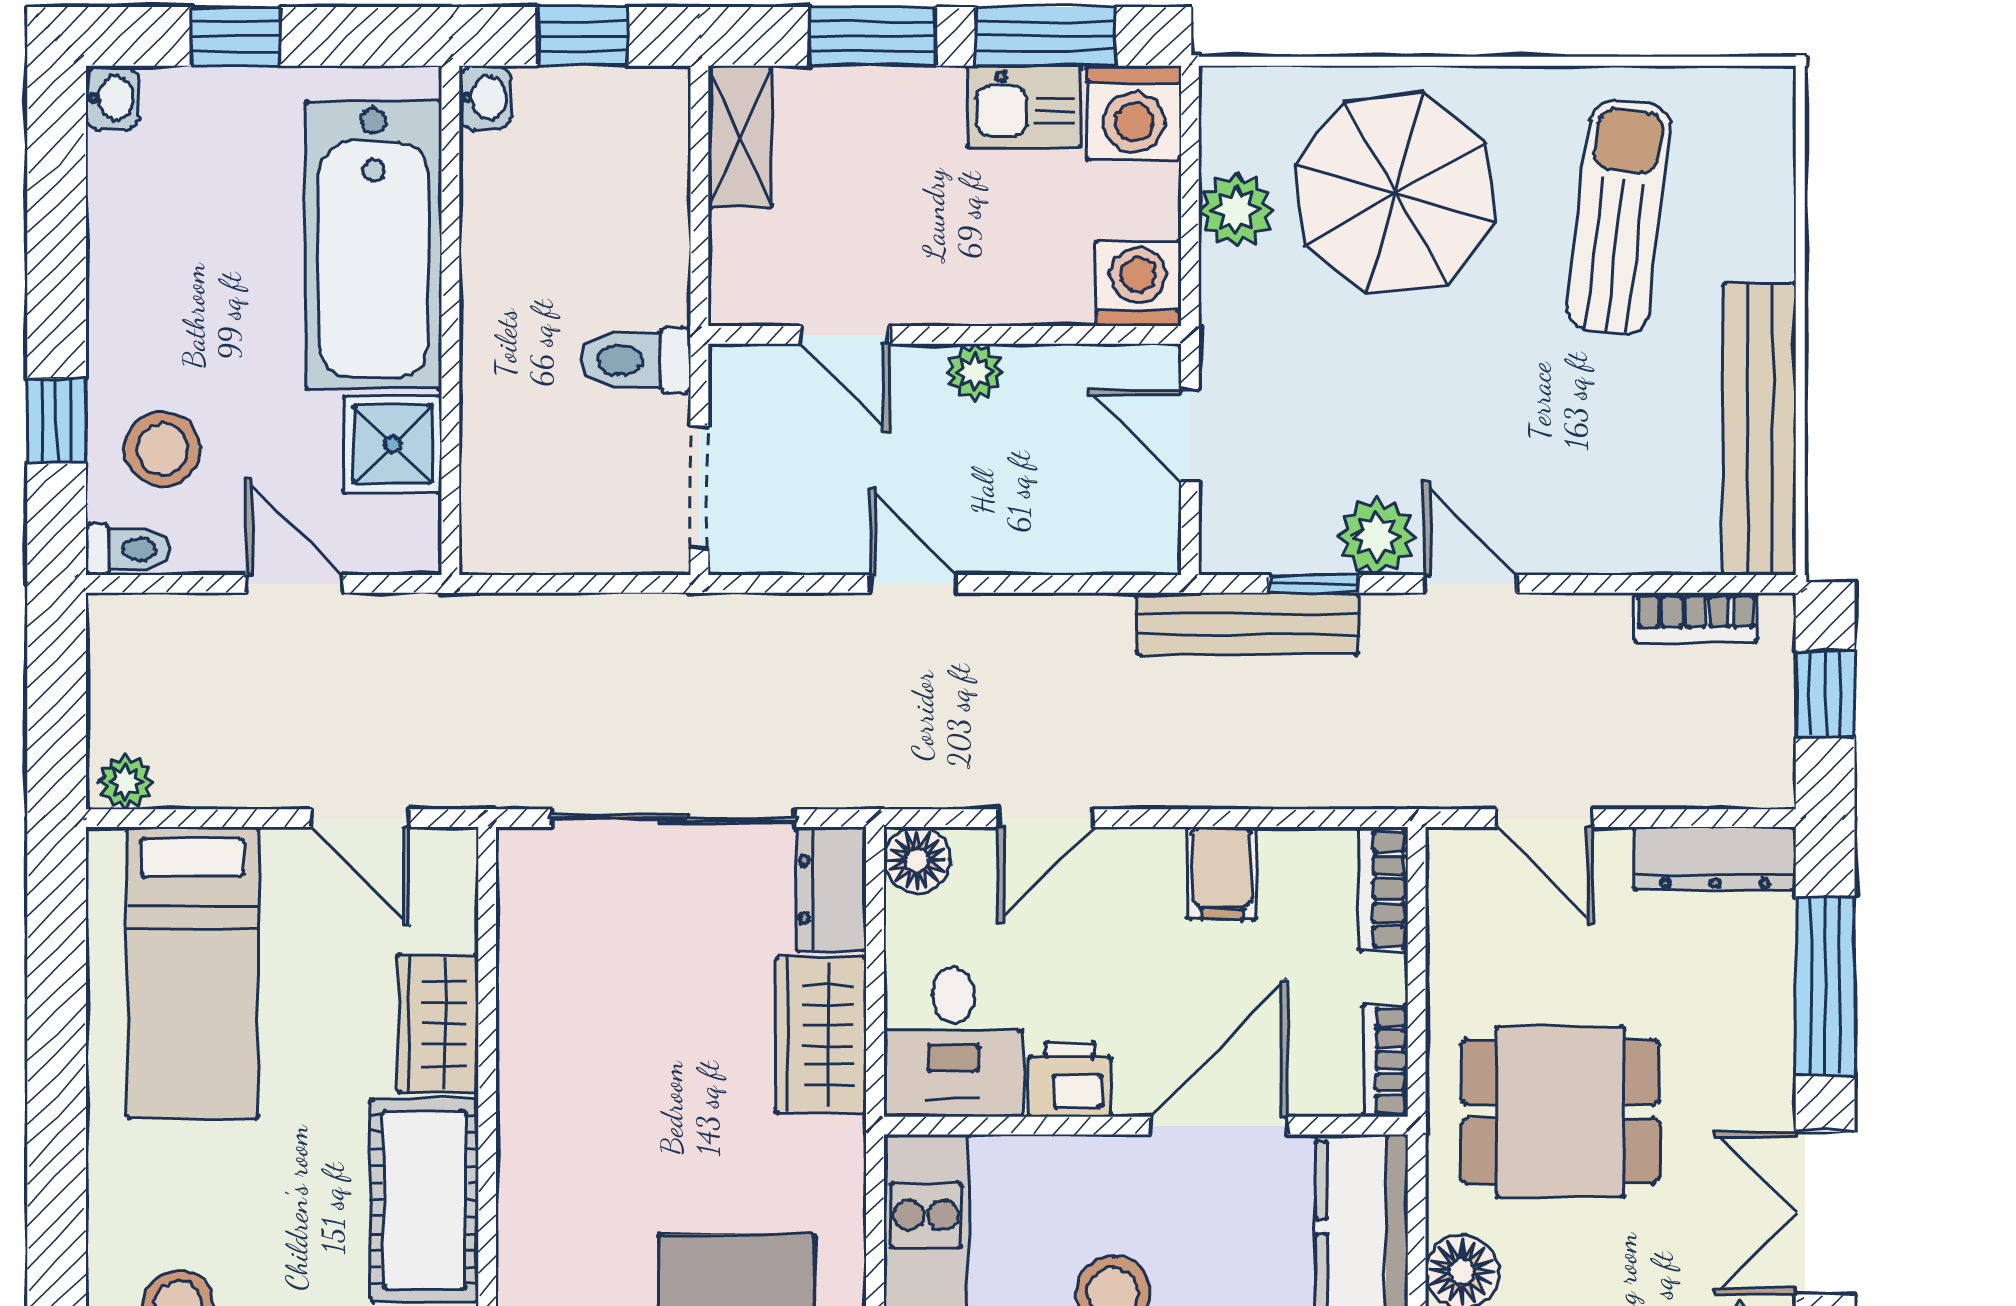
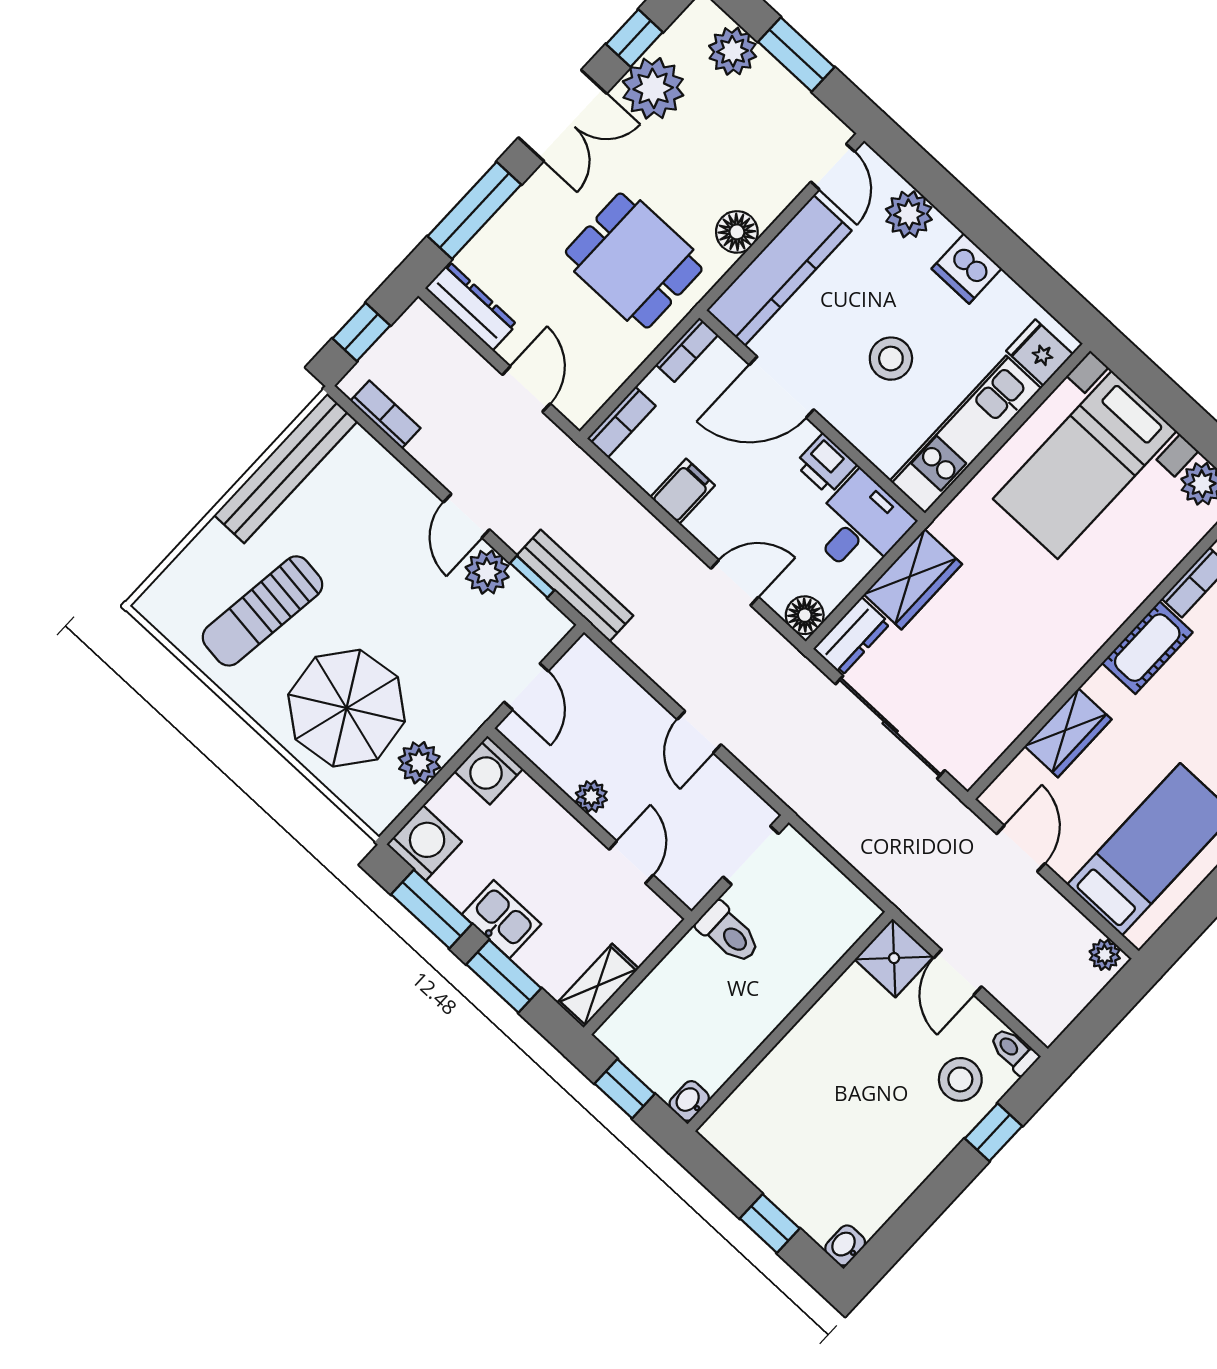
kitchen sink: (1024, 107) -> (502, 919), moved
bathtub: (374, 245) -> (793, 1083), removed
shower: (393, 444) -> (894, 958), moved
cot: (424, 1200) -> (1147, 648), width x0.73, depth x0.75

